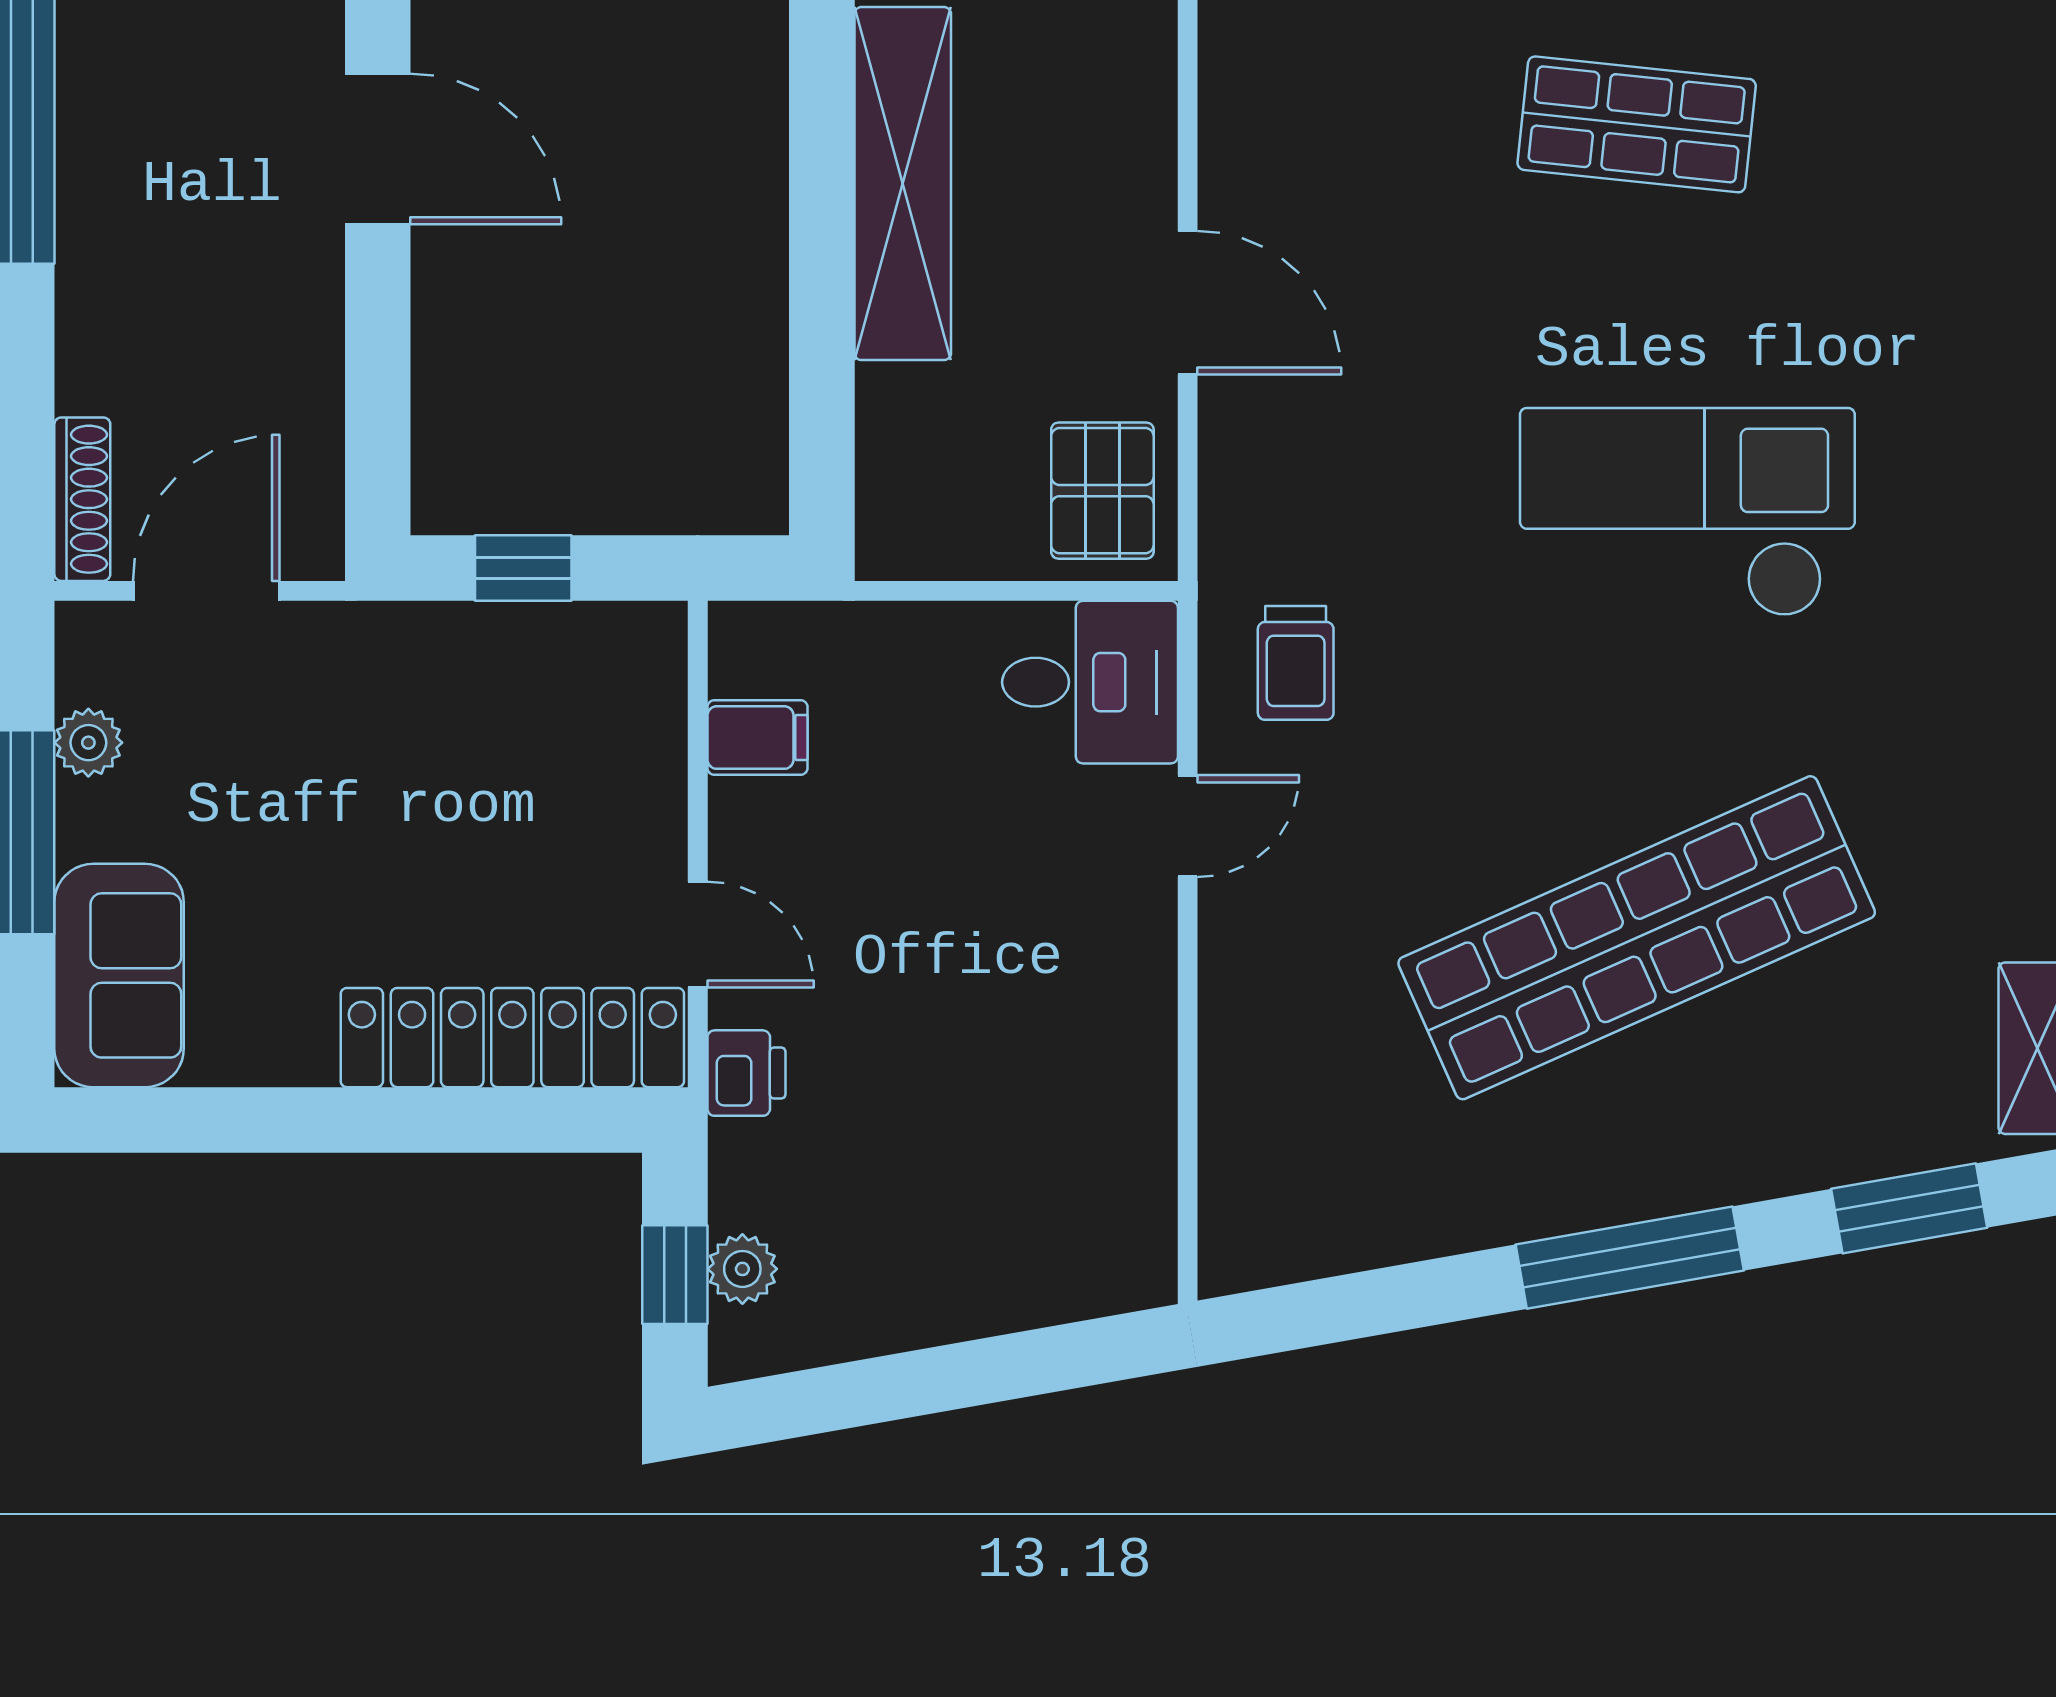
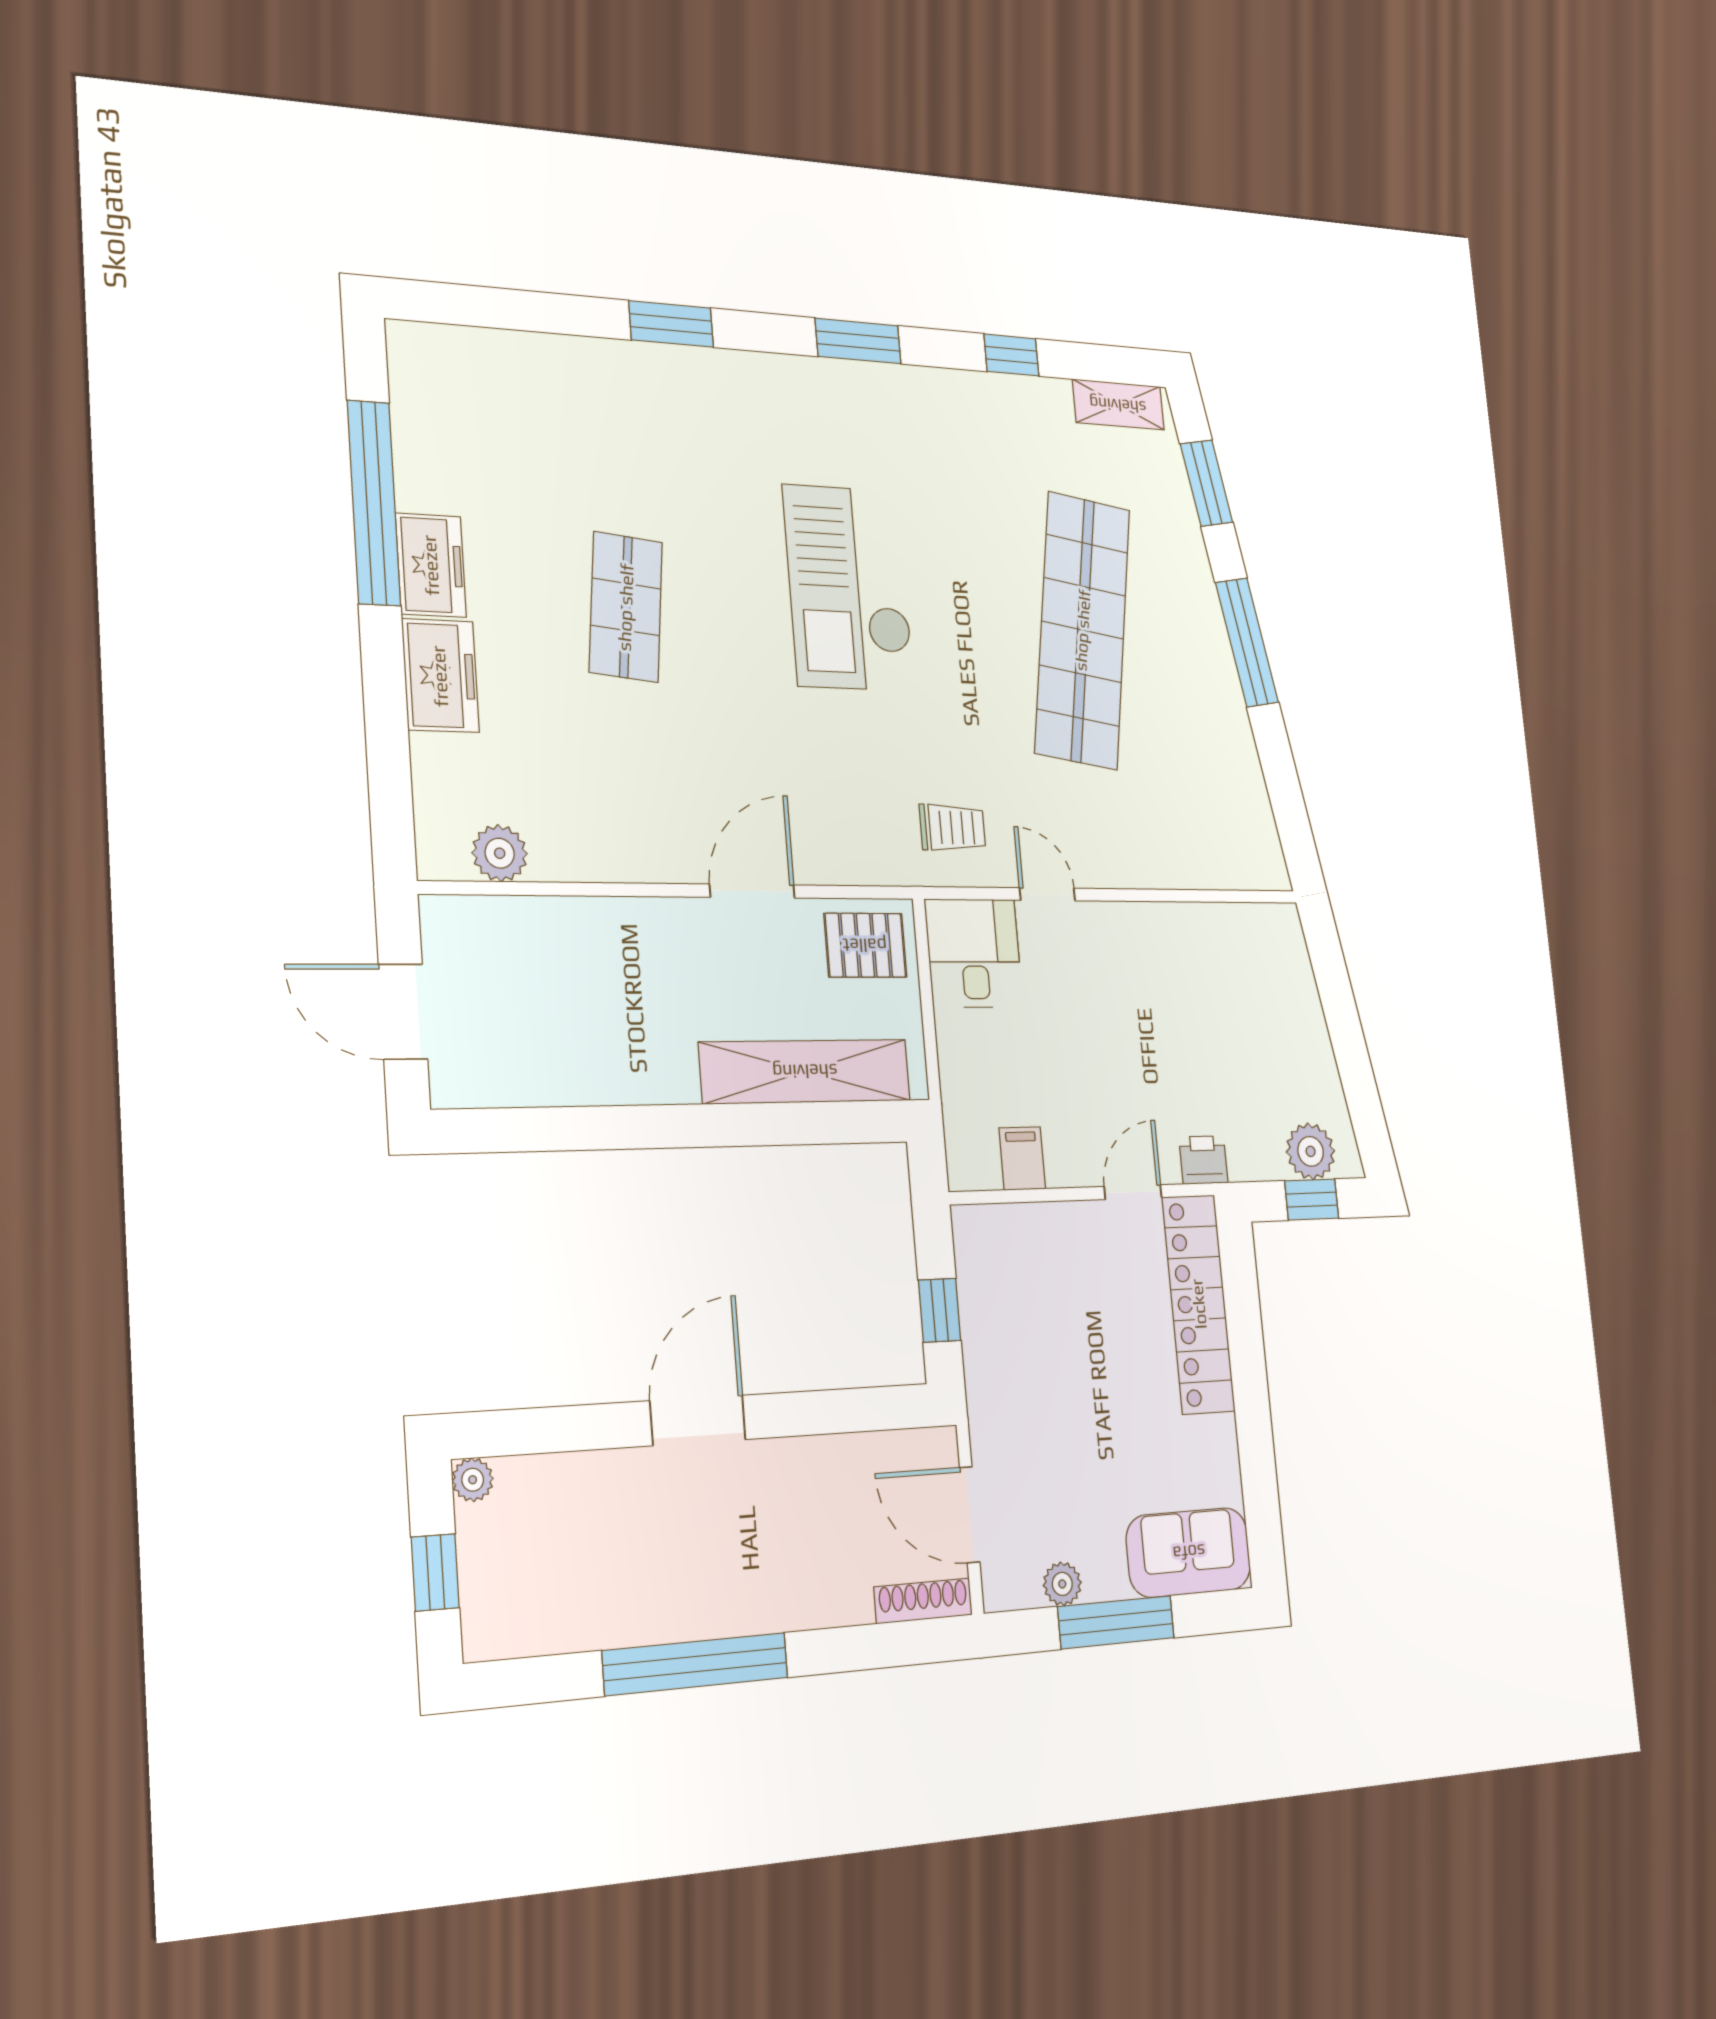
shelving: (903, 184) -> (805, 1071), moved
shop shelf: (1637, 938) -> (1083, 630), turned 33
plant: (742, 1269) -> (1311, 1151), width x1.38, depth x1.38

